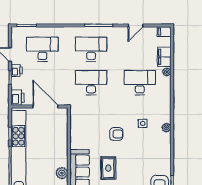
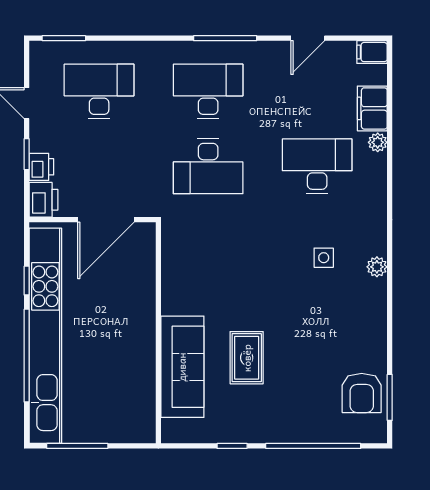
printer: (17, 70) -> (41, 167), moved
desk: (91, 83) -> (208, 166), turned 180
door: (45, 106) -> (106, 220), swing flipped
armchair: (116, 134) -> (265, 281), removed
plant: (62, 173) -> (143, 369), removed

